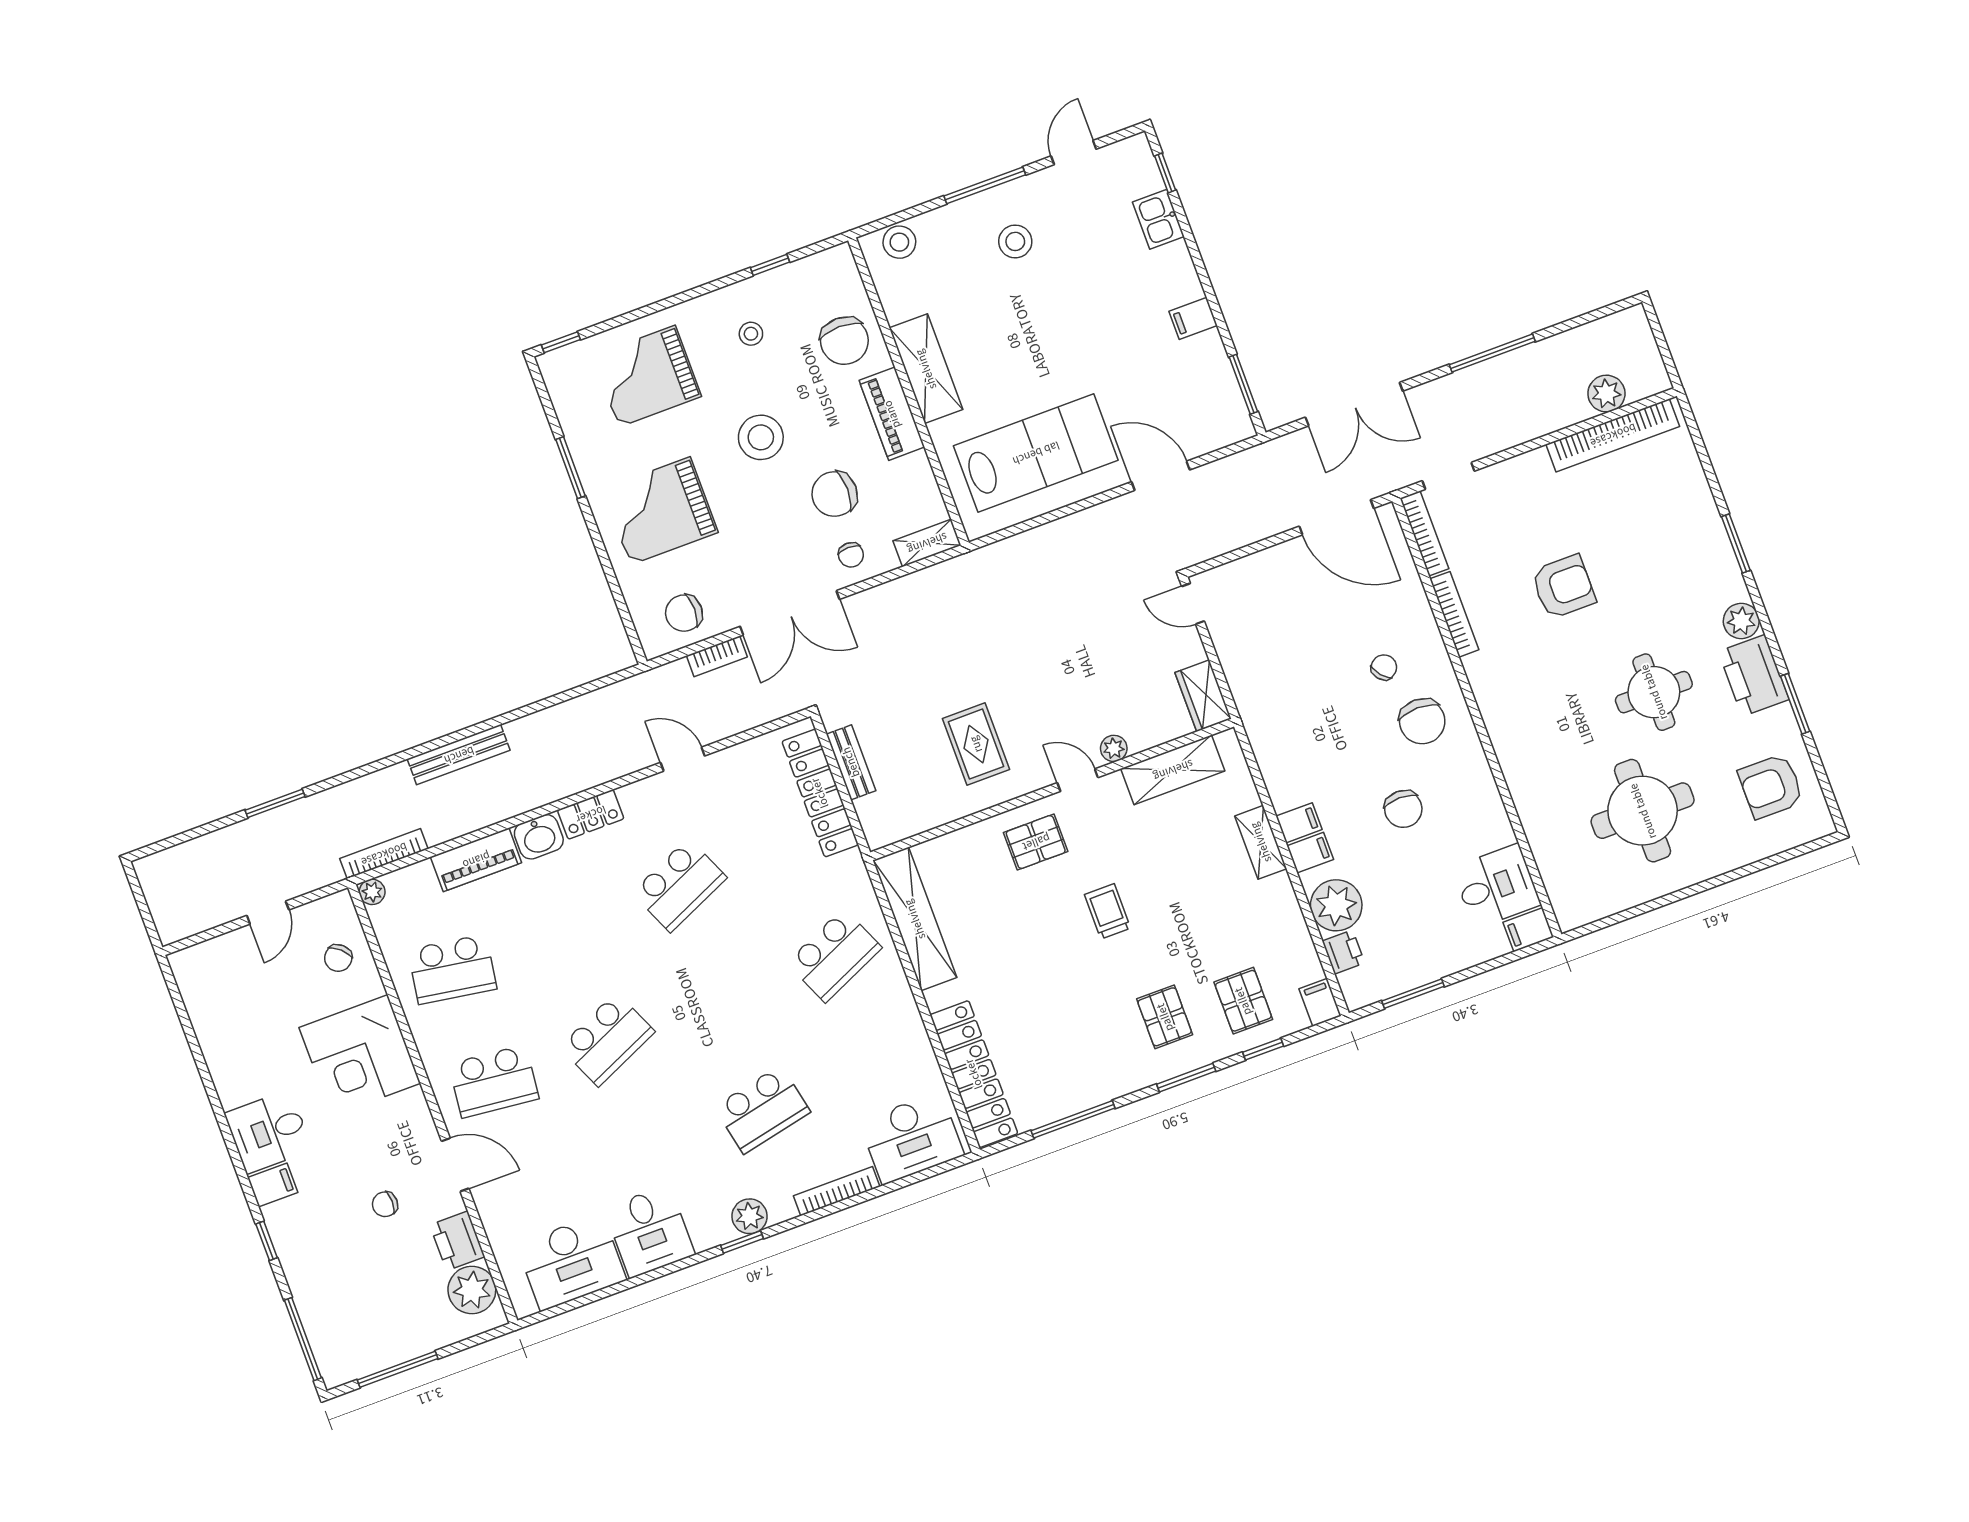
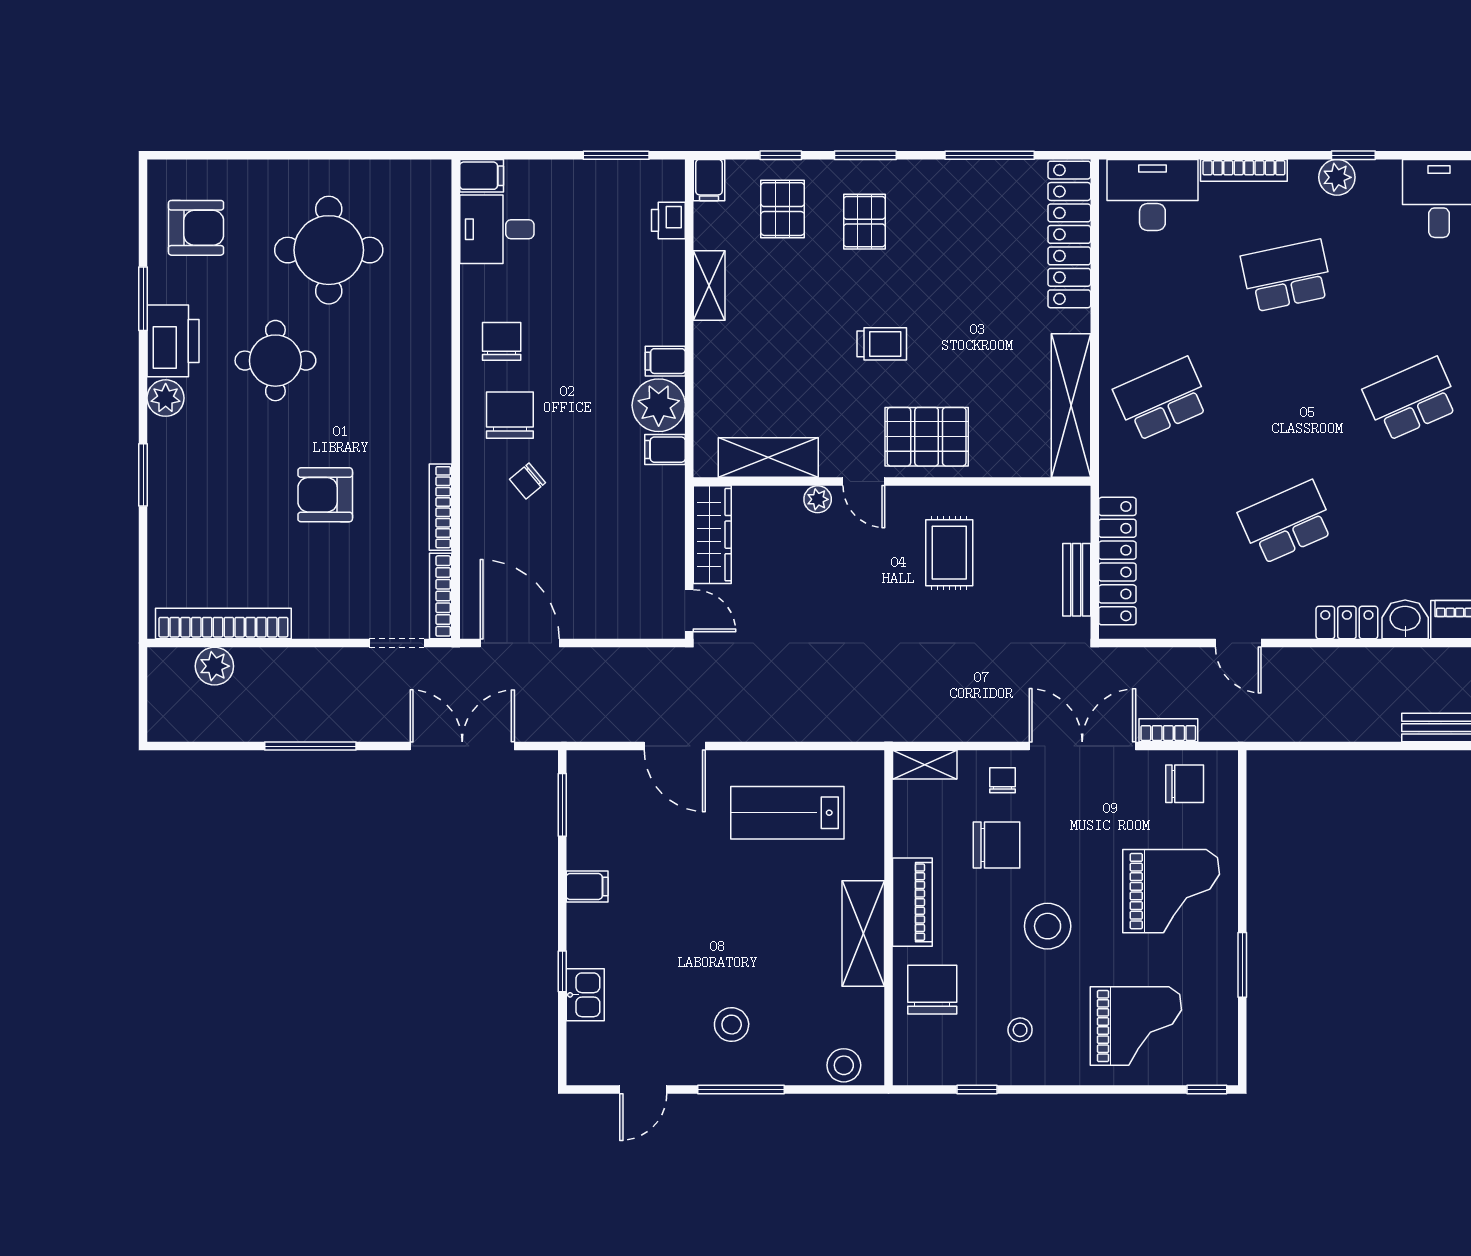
window: (1165, 173) -> (562, 971), moved
lab bench: (1036, 453) -> (787, 813), width x0.73, depth x0.72
wardrobe: (1203, 696) -> (712, 535), width x1.50
chair: (1403, 809) -> (502, 341), moved
pallet: (1036, 842) -> (927, 437), width x1.50, depth x1.42
shelving: (1261, 842) -> (709, 286), moved
filing cabinet: (1310, 853) -> (665, 450), moved
plant: (1336, 905) -> (659, 405), moved
trolley: (1108, 911) -> (882, 344), turned -90

